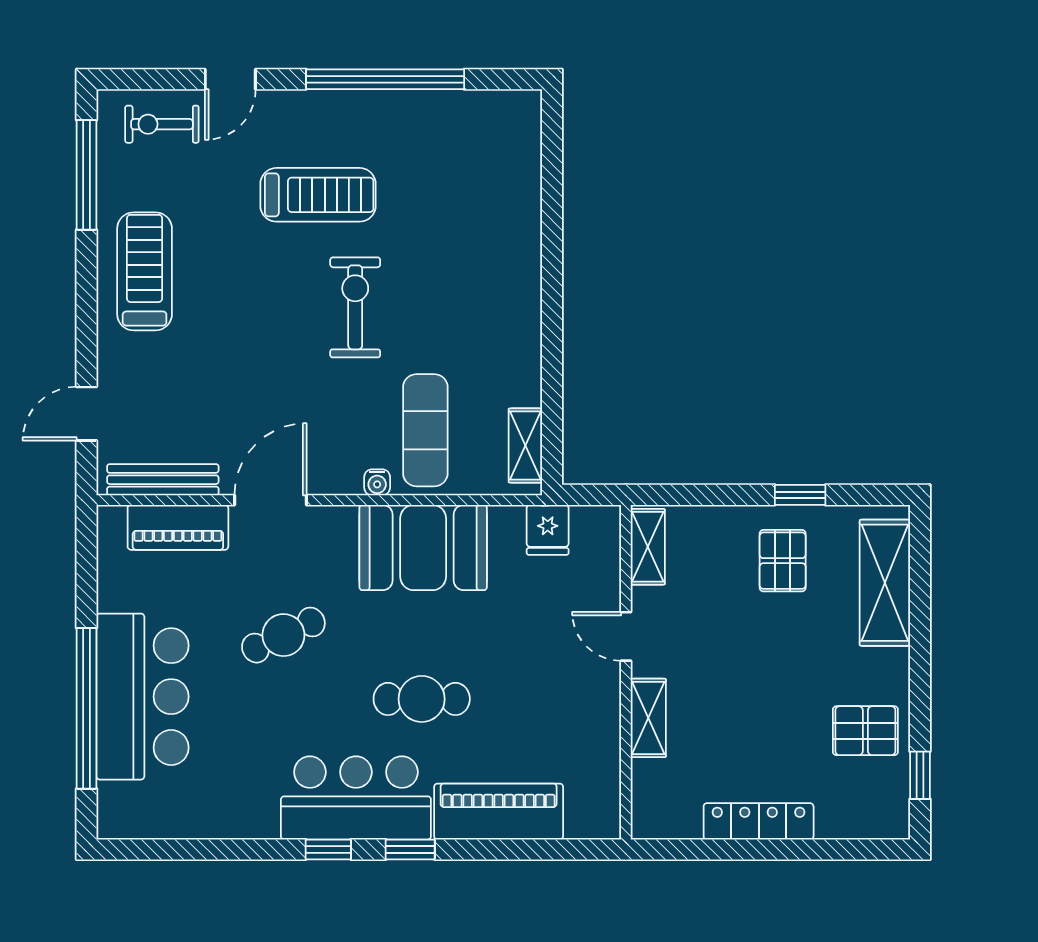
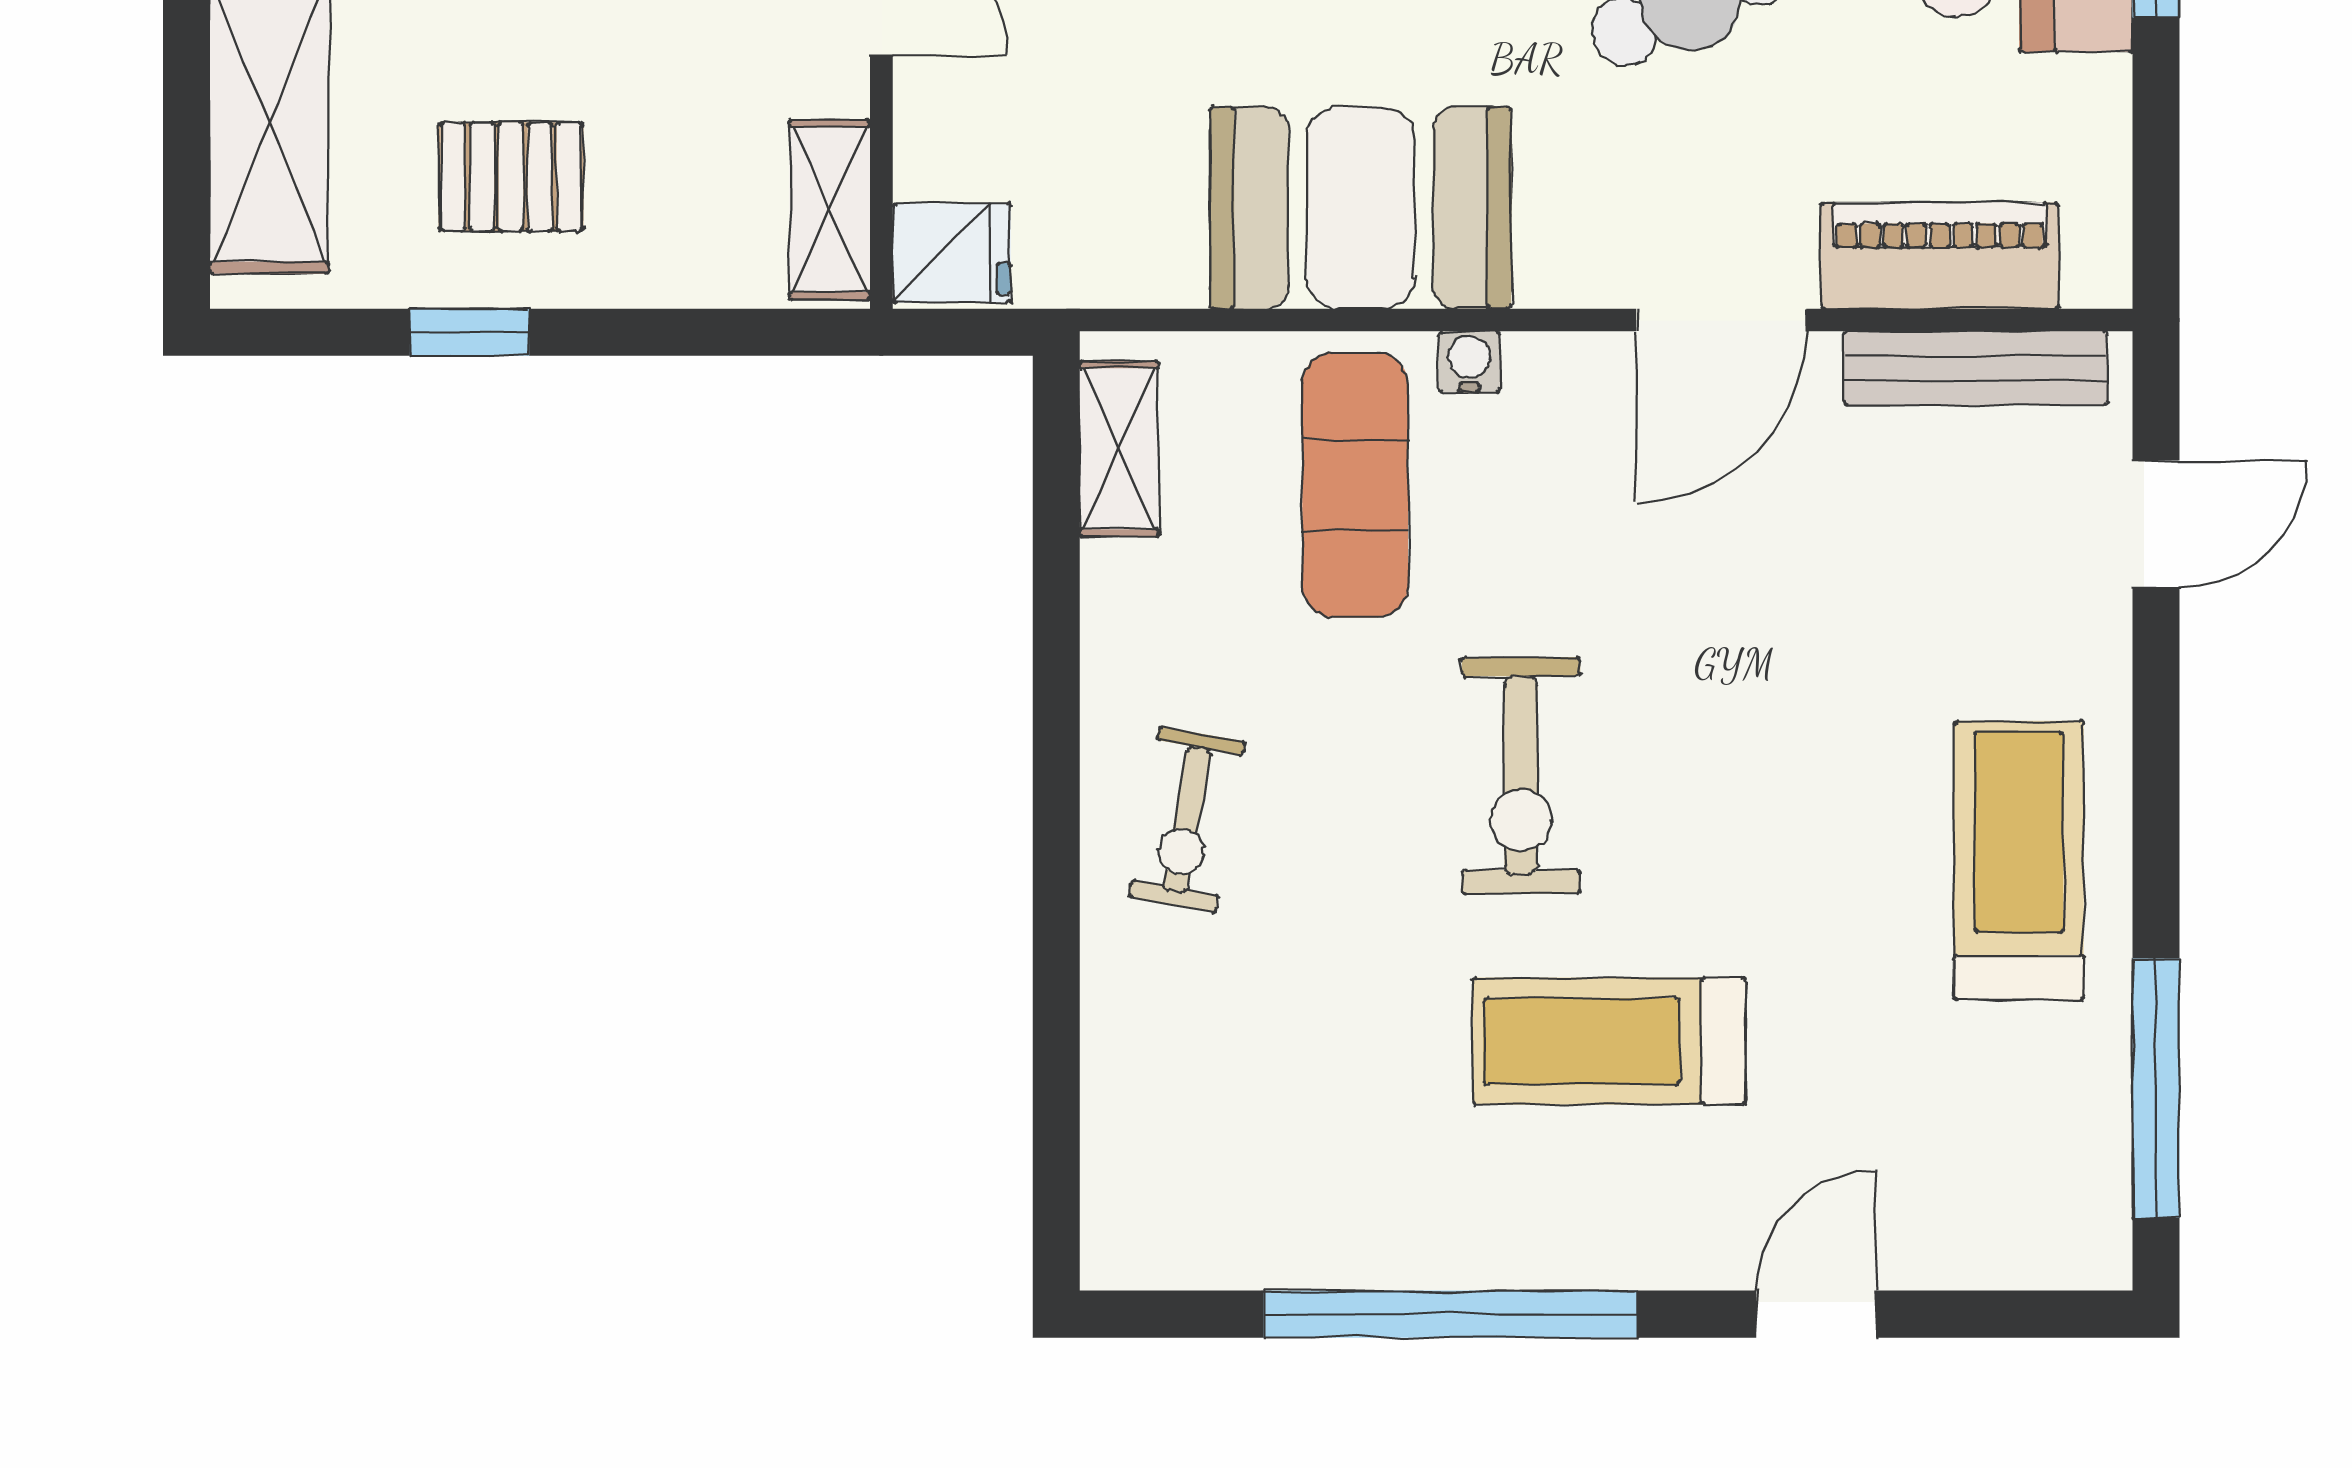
exercise bike: (162, 124) -> (1187, 819), moved, turned 100
treadmill: (145, 271) -> (2019, 860), turned 180
fridge: (548, 530) -> (952, 253), moved, turned 90
pallet: (783, 561) -> (511, 177), turned 90

